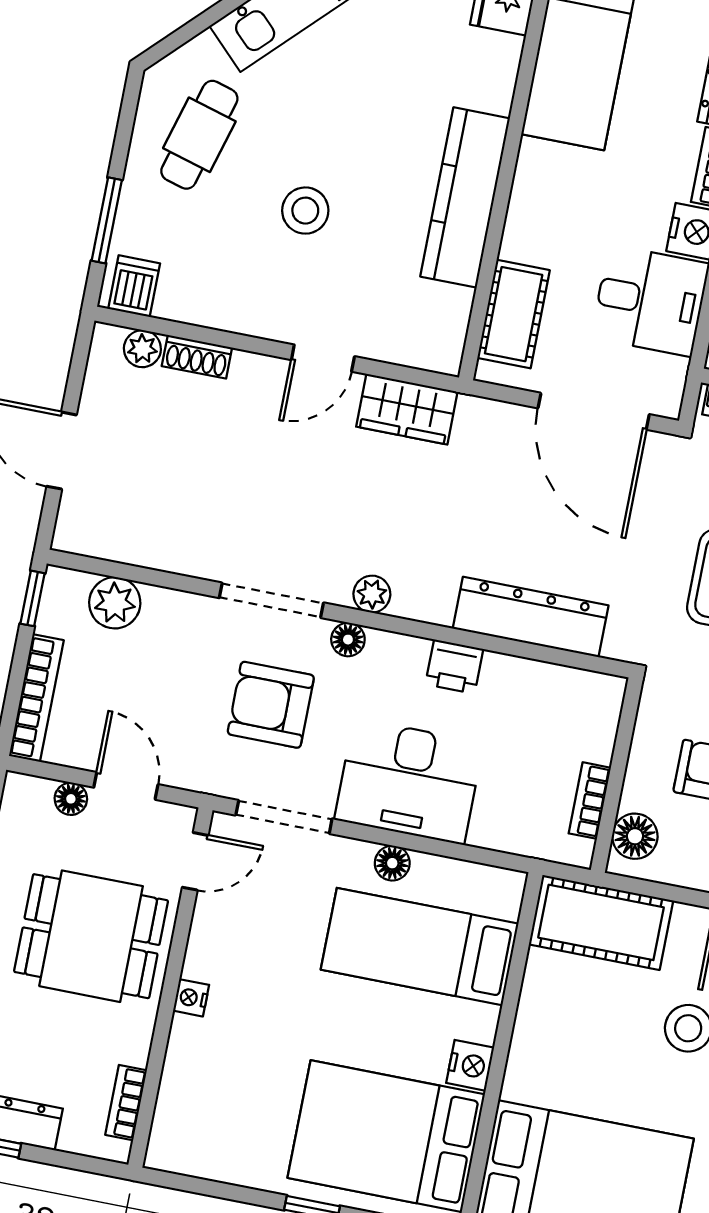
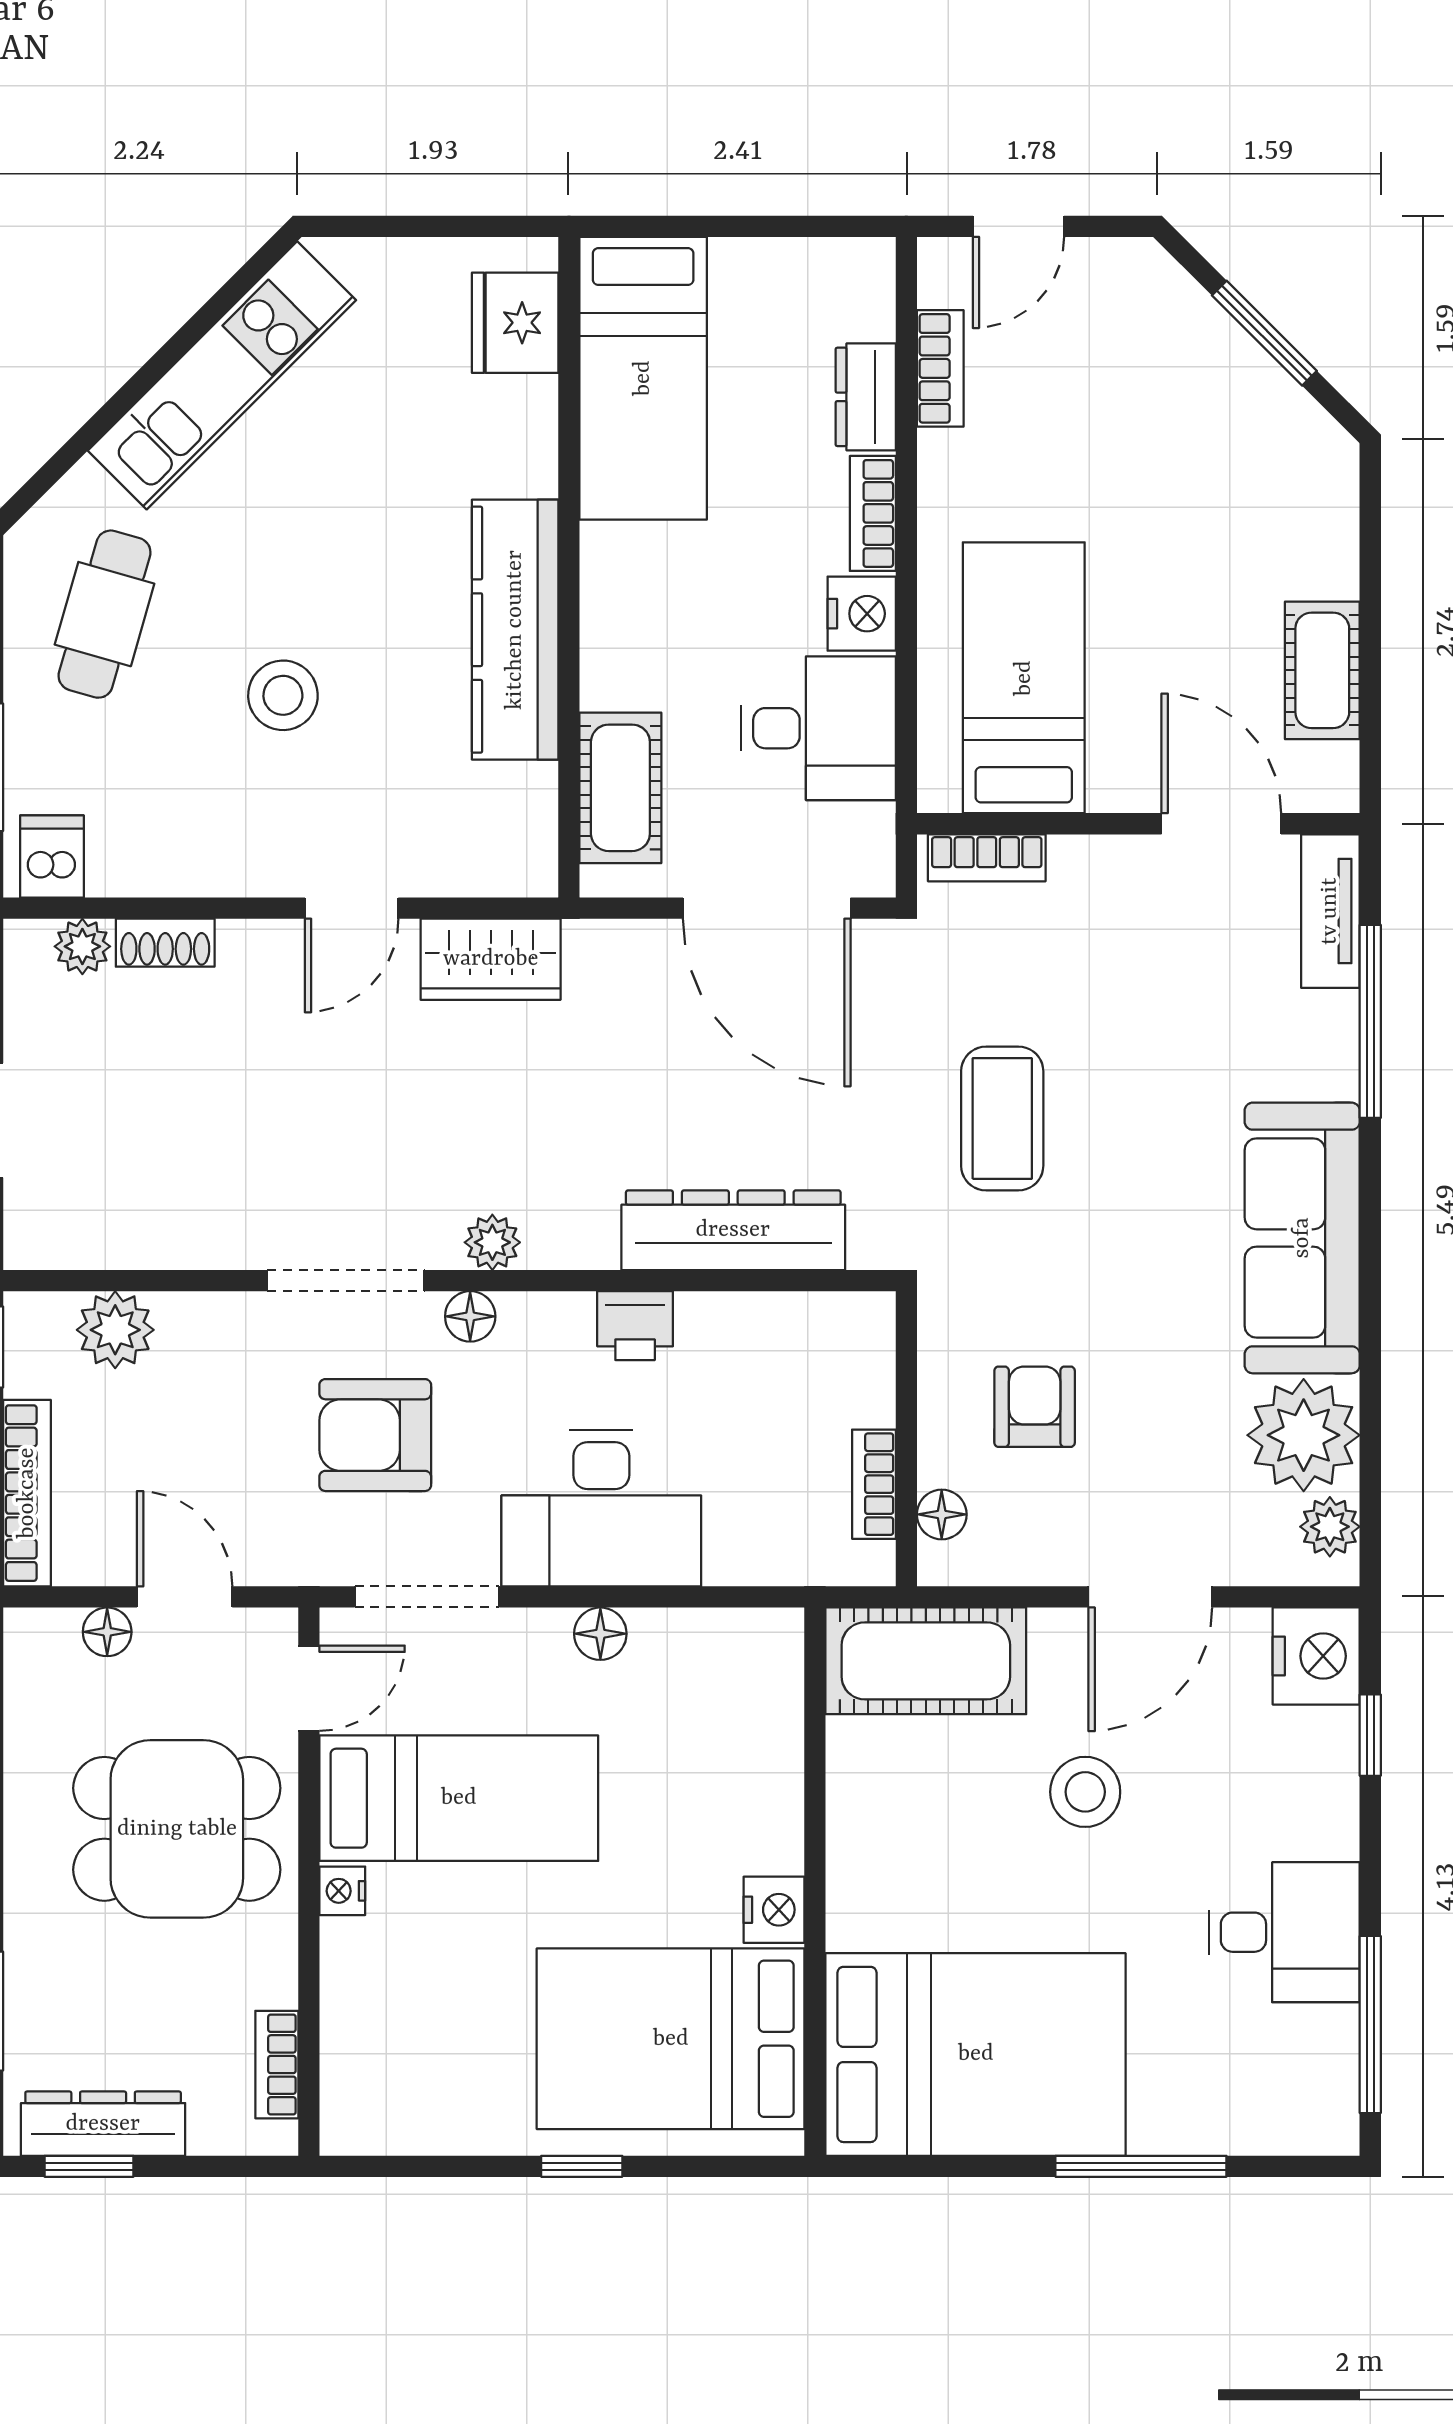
floor lamp: (635, 836) -> (942, 1514), width x0.73, depth x0.73
bed: (420, 947) -> (459, 1798), moved, turned 180

